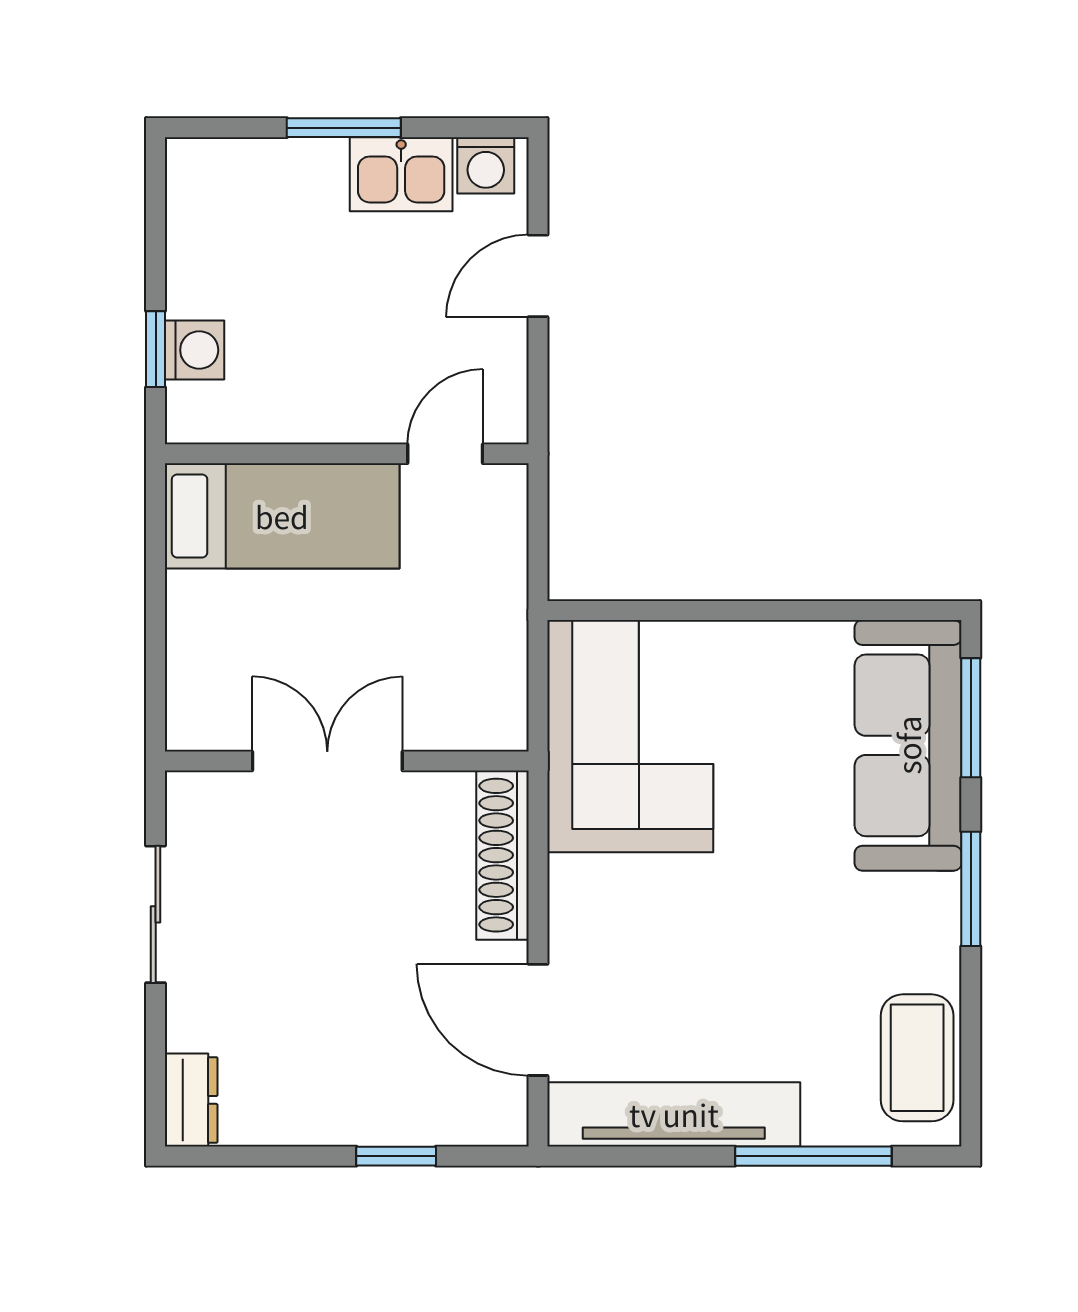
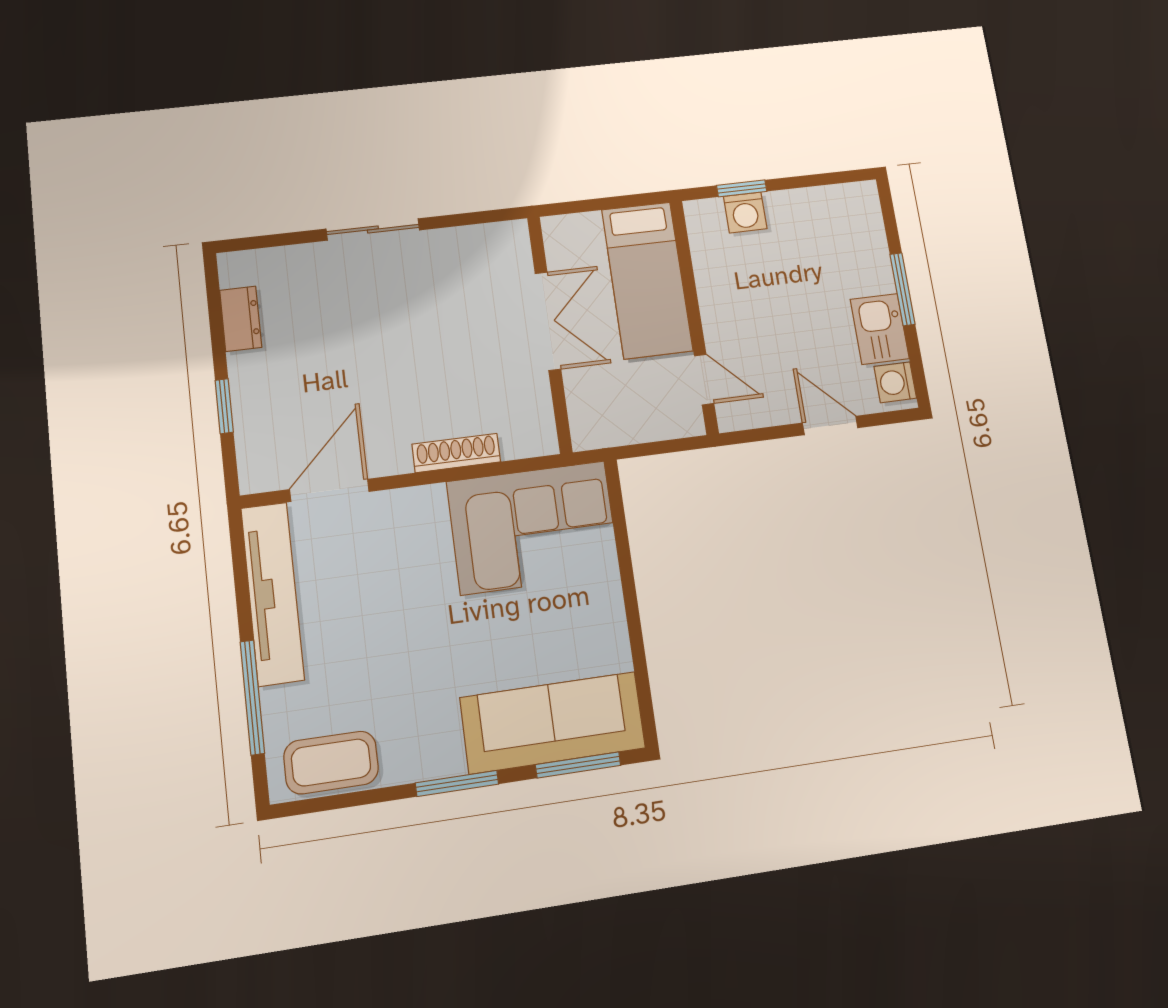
double door: (327, 761) -> (548, 321), moved
wall: (347, 761) -> (550, 334), moved
shoe rack: (502, 855) -> (456, 453), width x0.74, depth x0.81
dresser: (191, 1100) -> (241, 319), moved, turned -90

